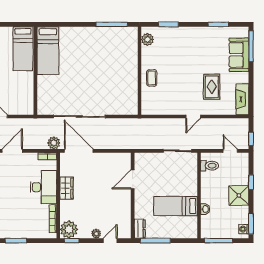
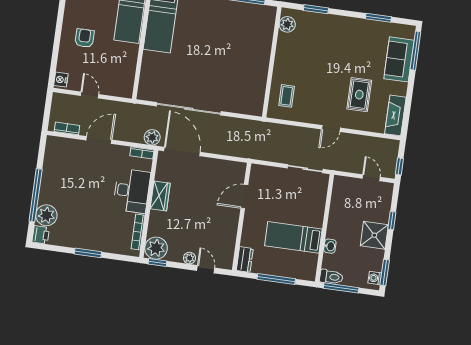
coffee table: (152, 78) -> (287, 96), moved
toilet: (210, 166) -> (331, 277), moved
door: (110, 241) -> (206, 269), hinge flipped
window: (155, 241) -> (276, 279), moved

